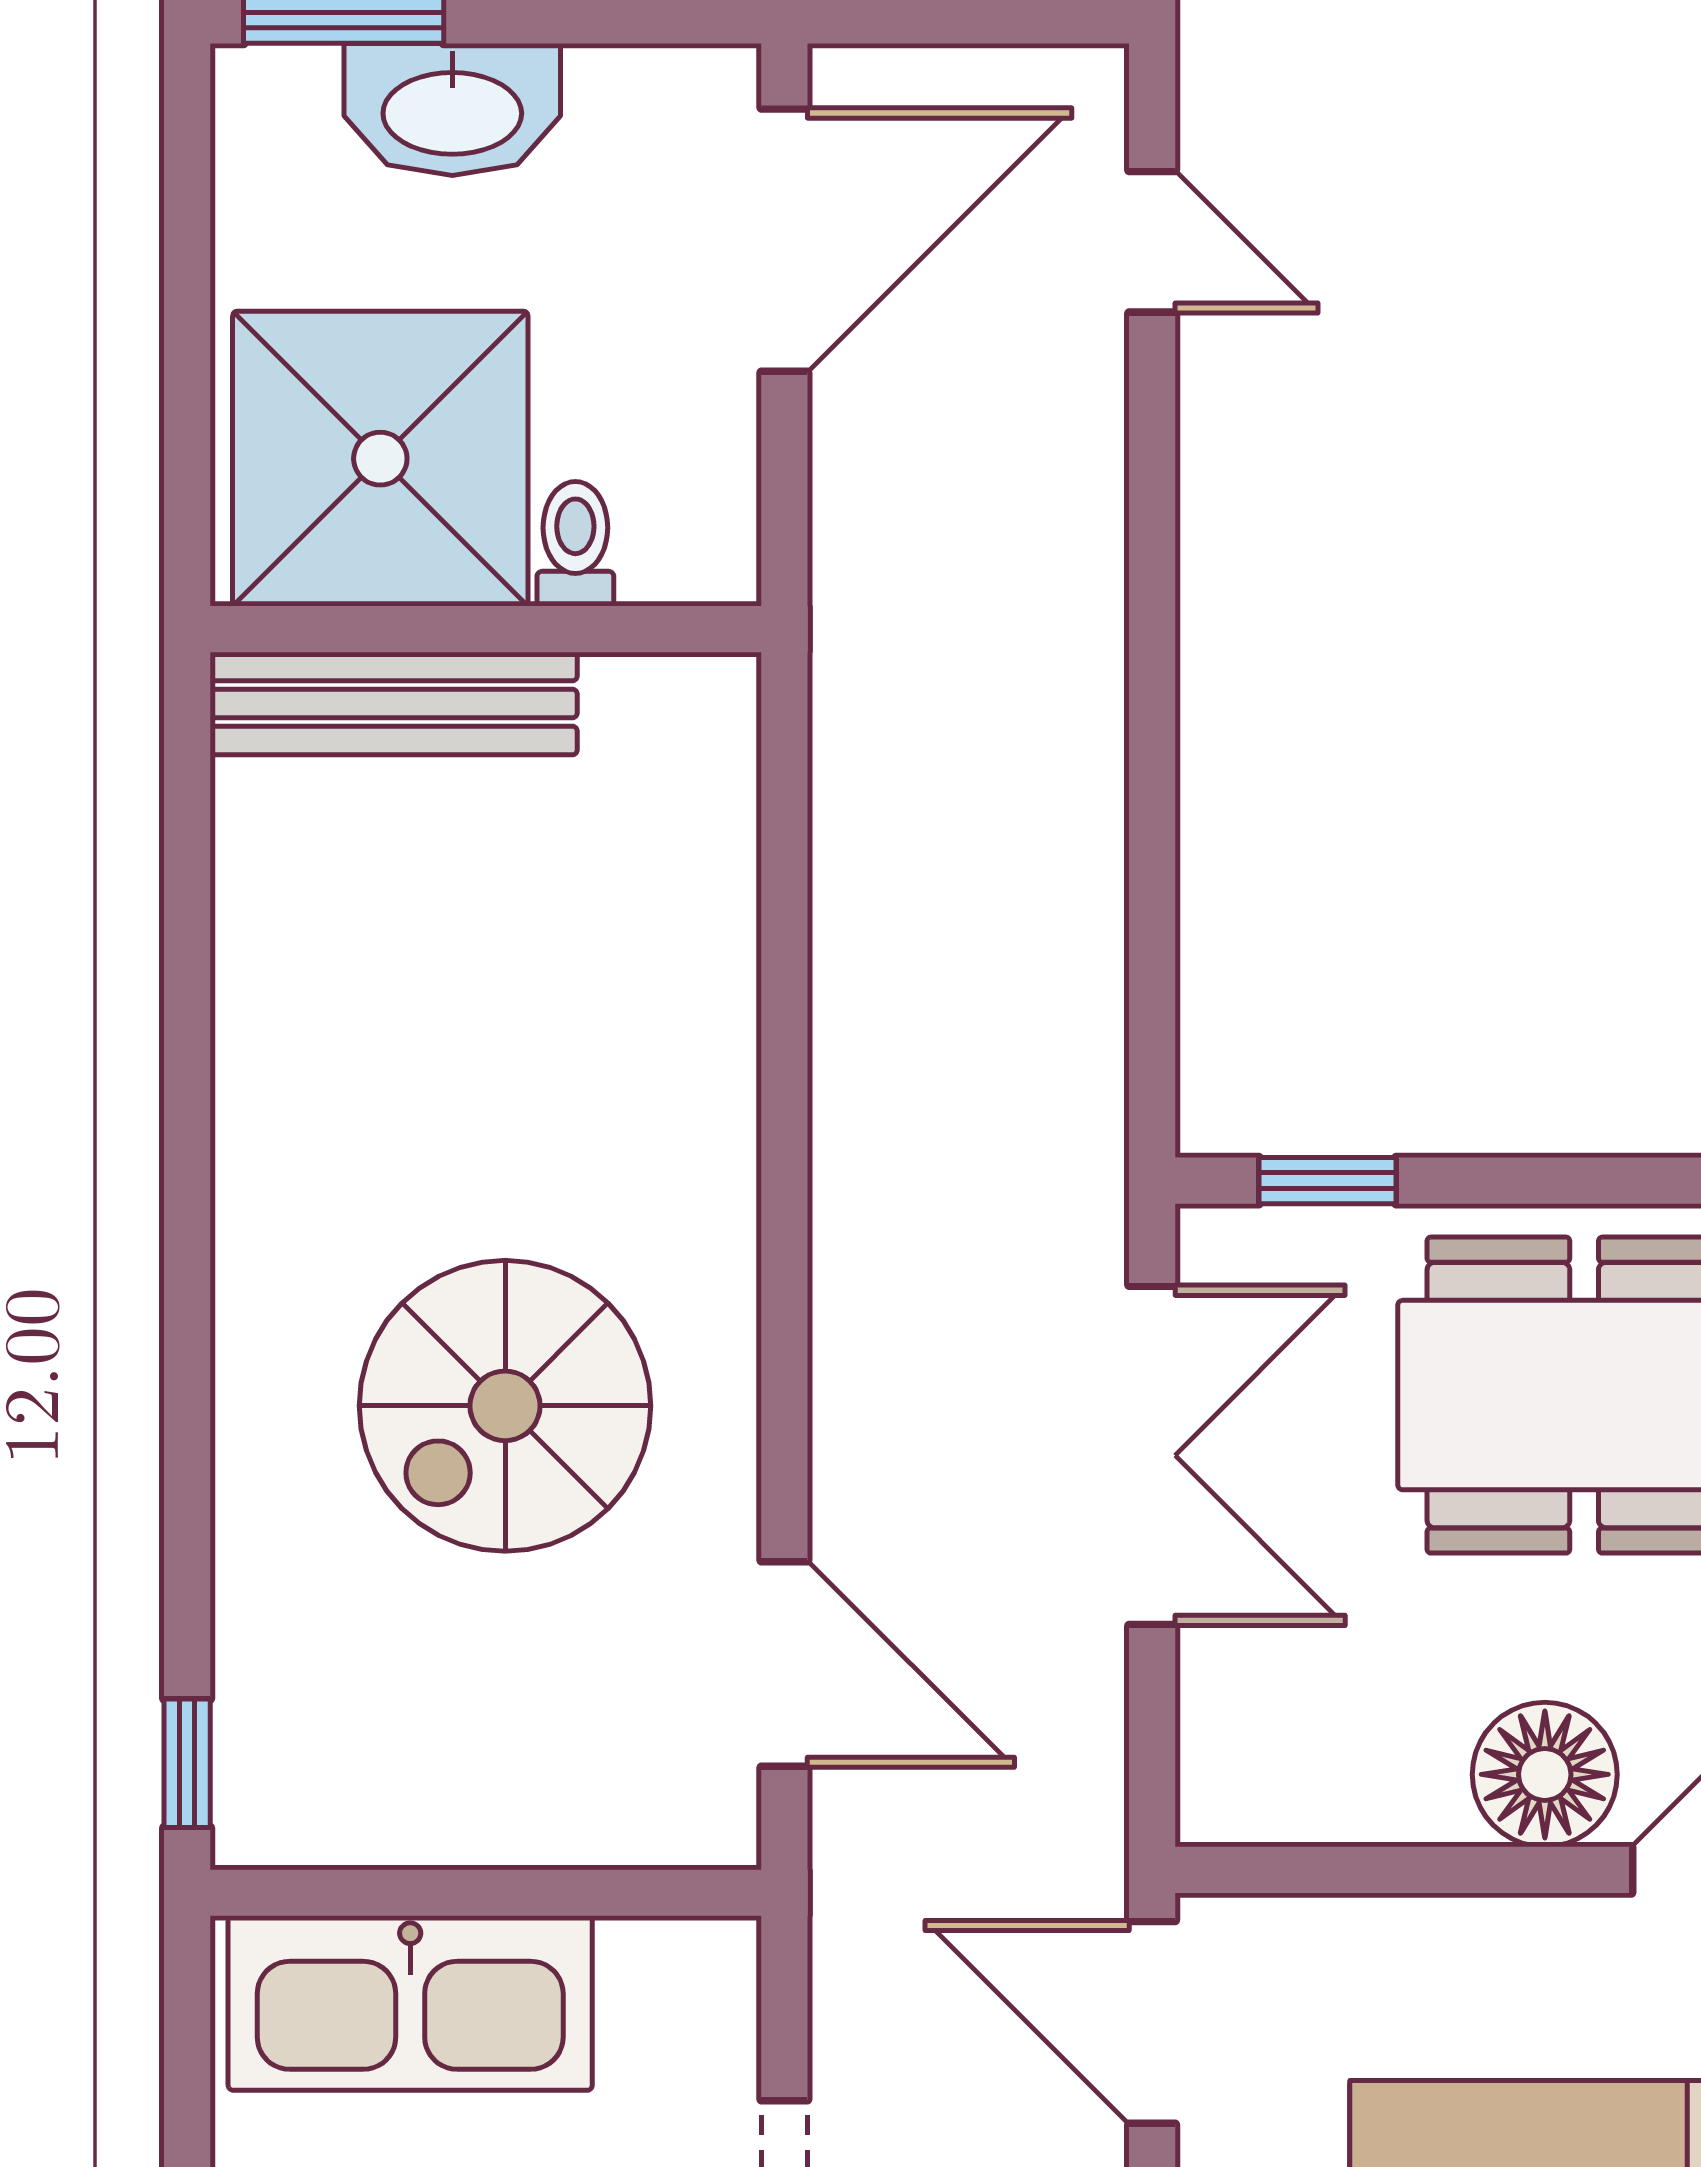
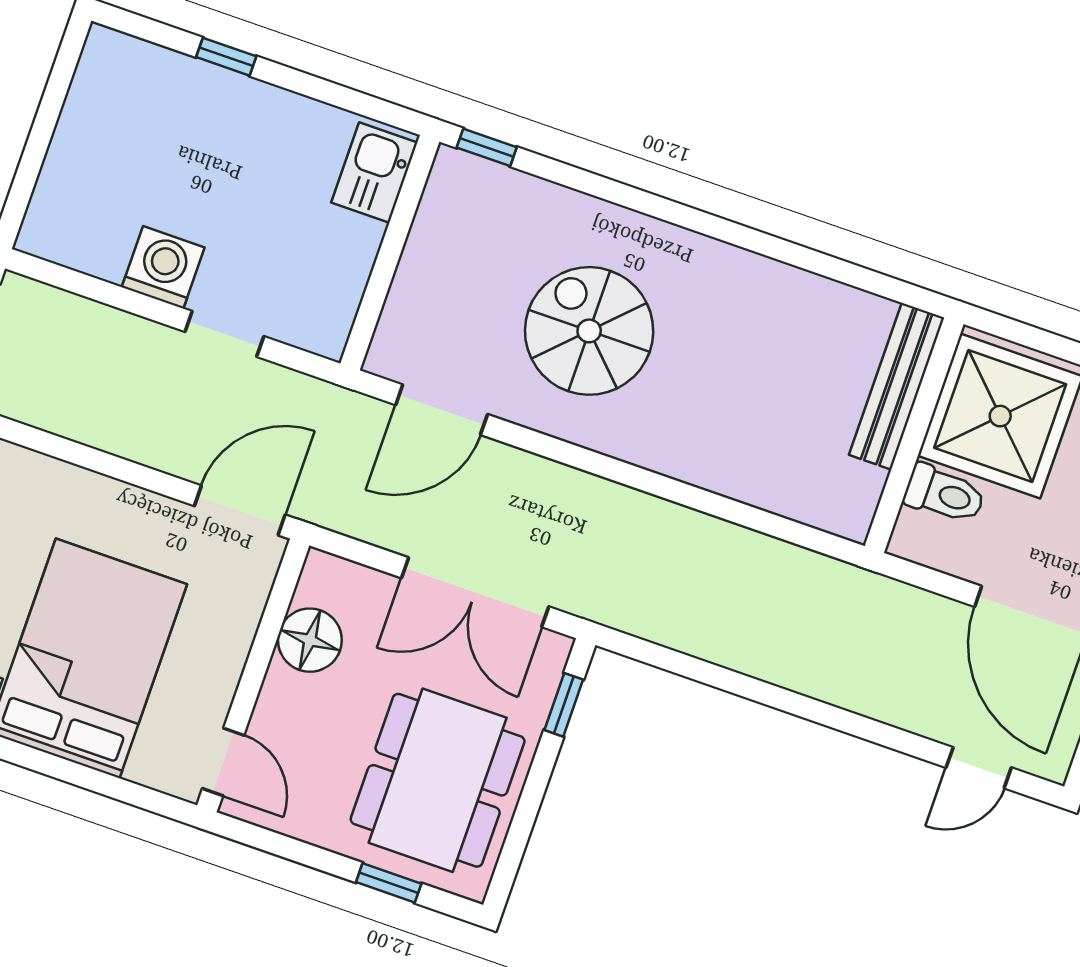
toilet: (575, 544) -> (945, 494), width x1.37, depth x1.39
floor lamp: (1545, 1774) -> (310, 640), moved
kitchen sink: (410, 2003) -> (374, 172), width x0.53, depth x0.81

